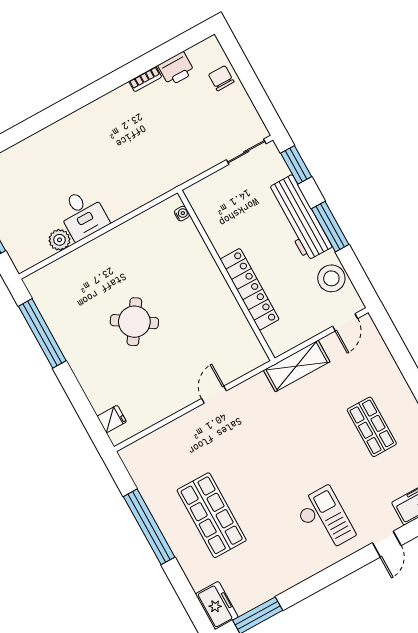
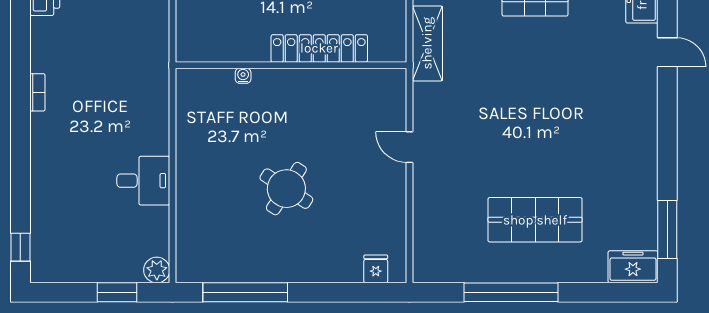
bookcase: (145, 79) -> (37, 92), moved
water cooler: (182, 214) -> (243, 76), moved
plant: (60, 240) -> (157, 270), moved
checkout: (325, 519) -> (605, 103), removed

